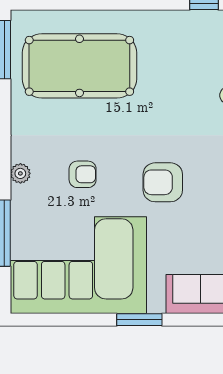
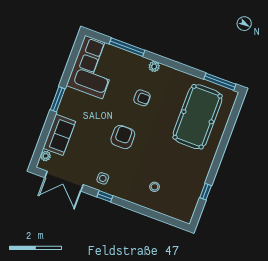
armchair: (83, 174) -> (142, 98), turned -90
corner sofa: (78, 265) -> (94, 67), width x0.73, depth x0.74

